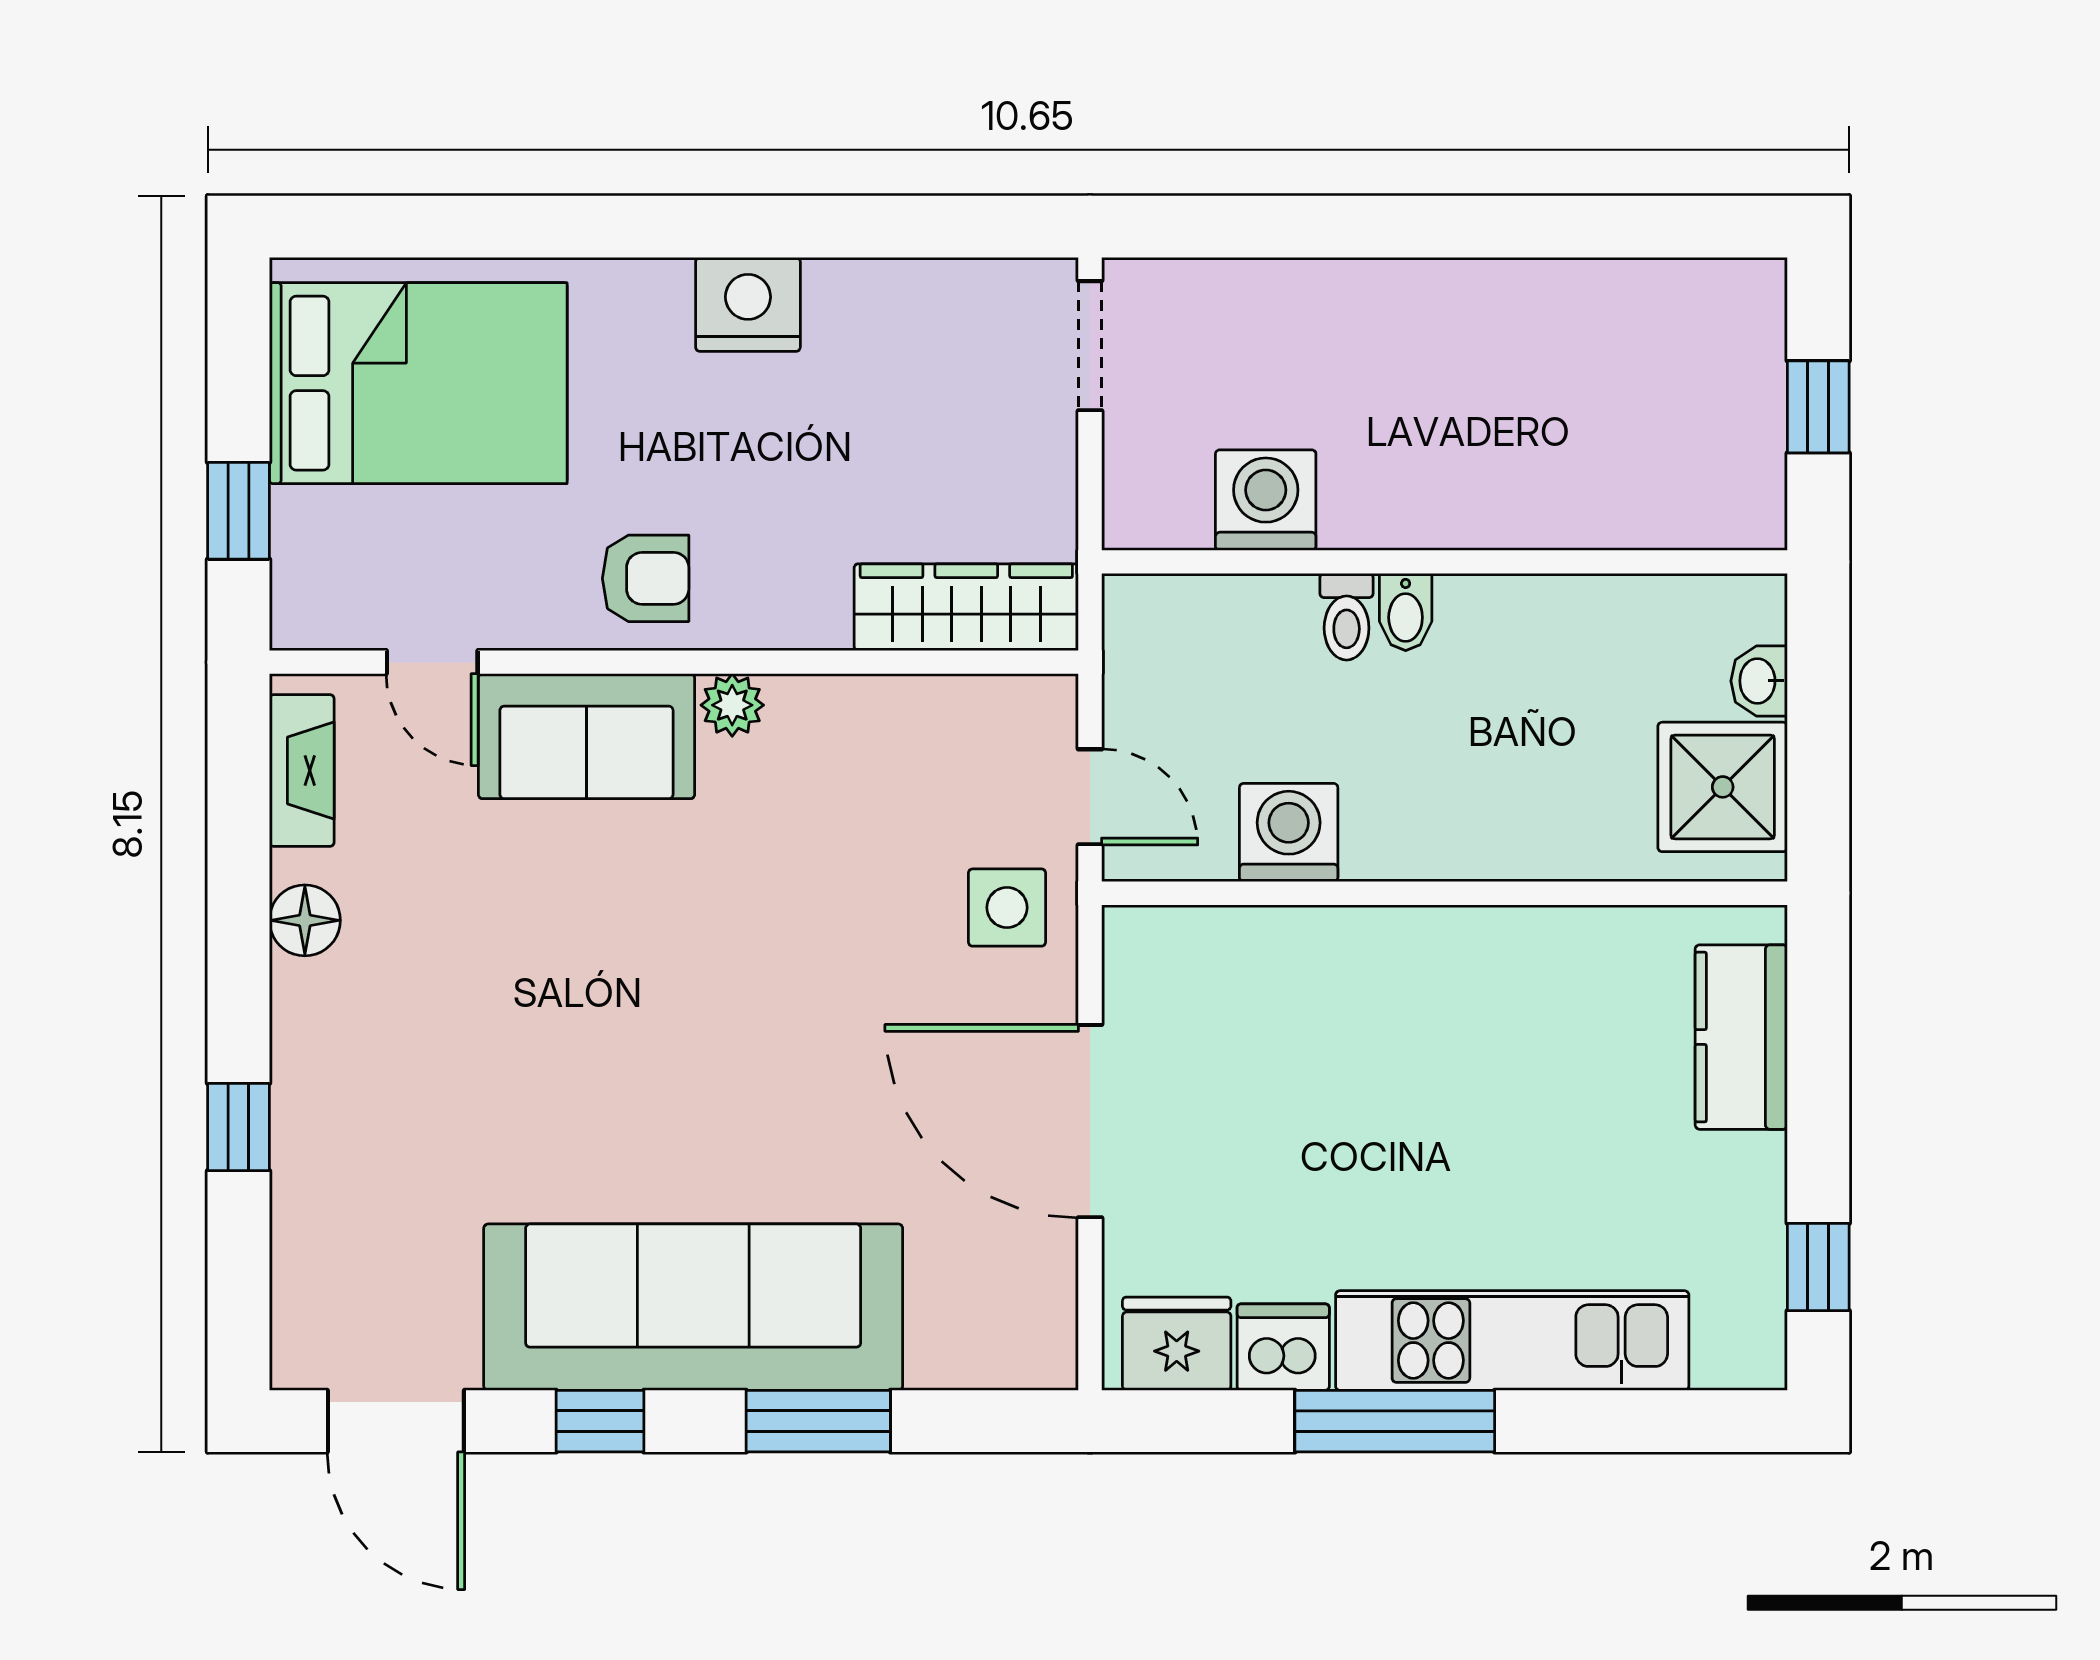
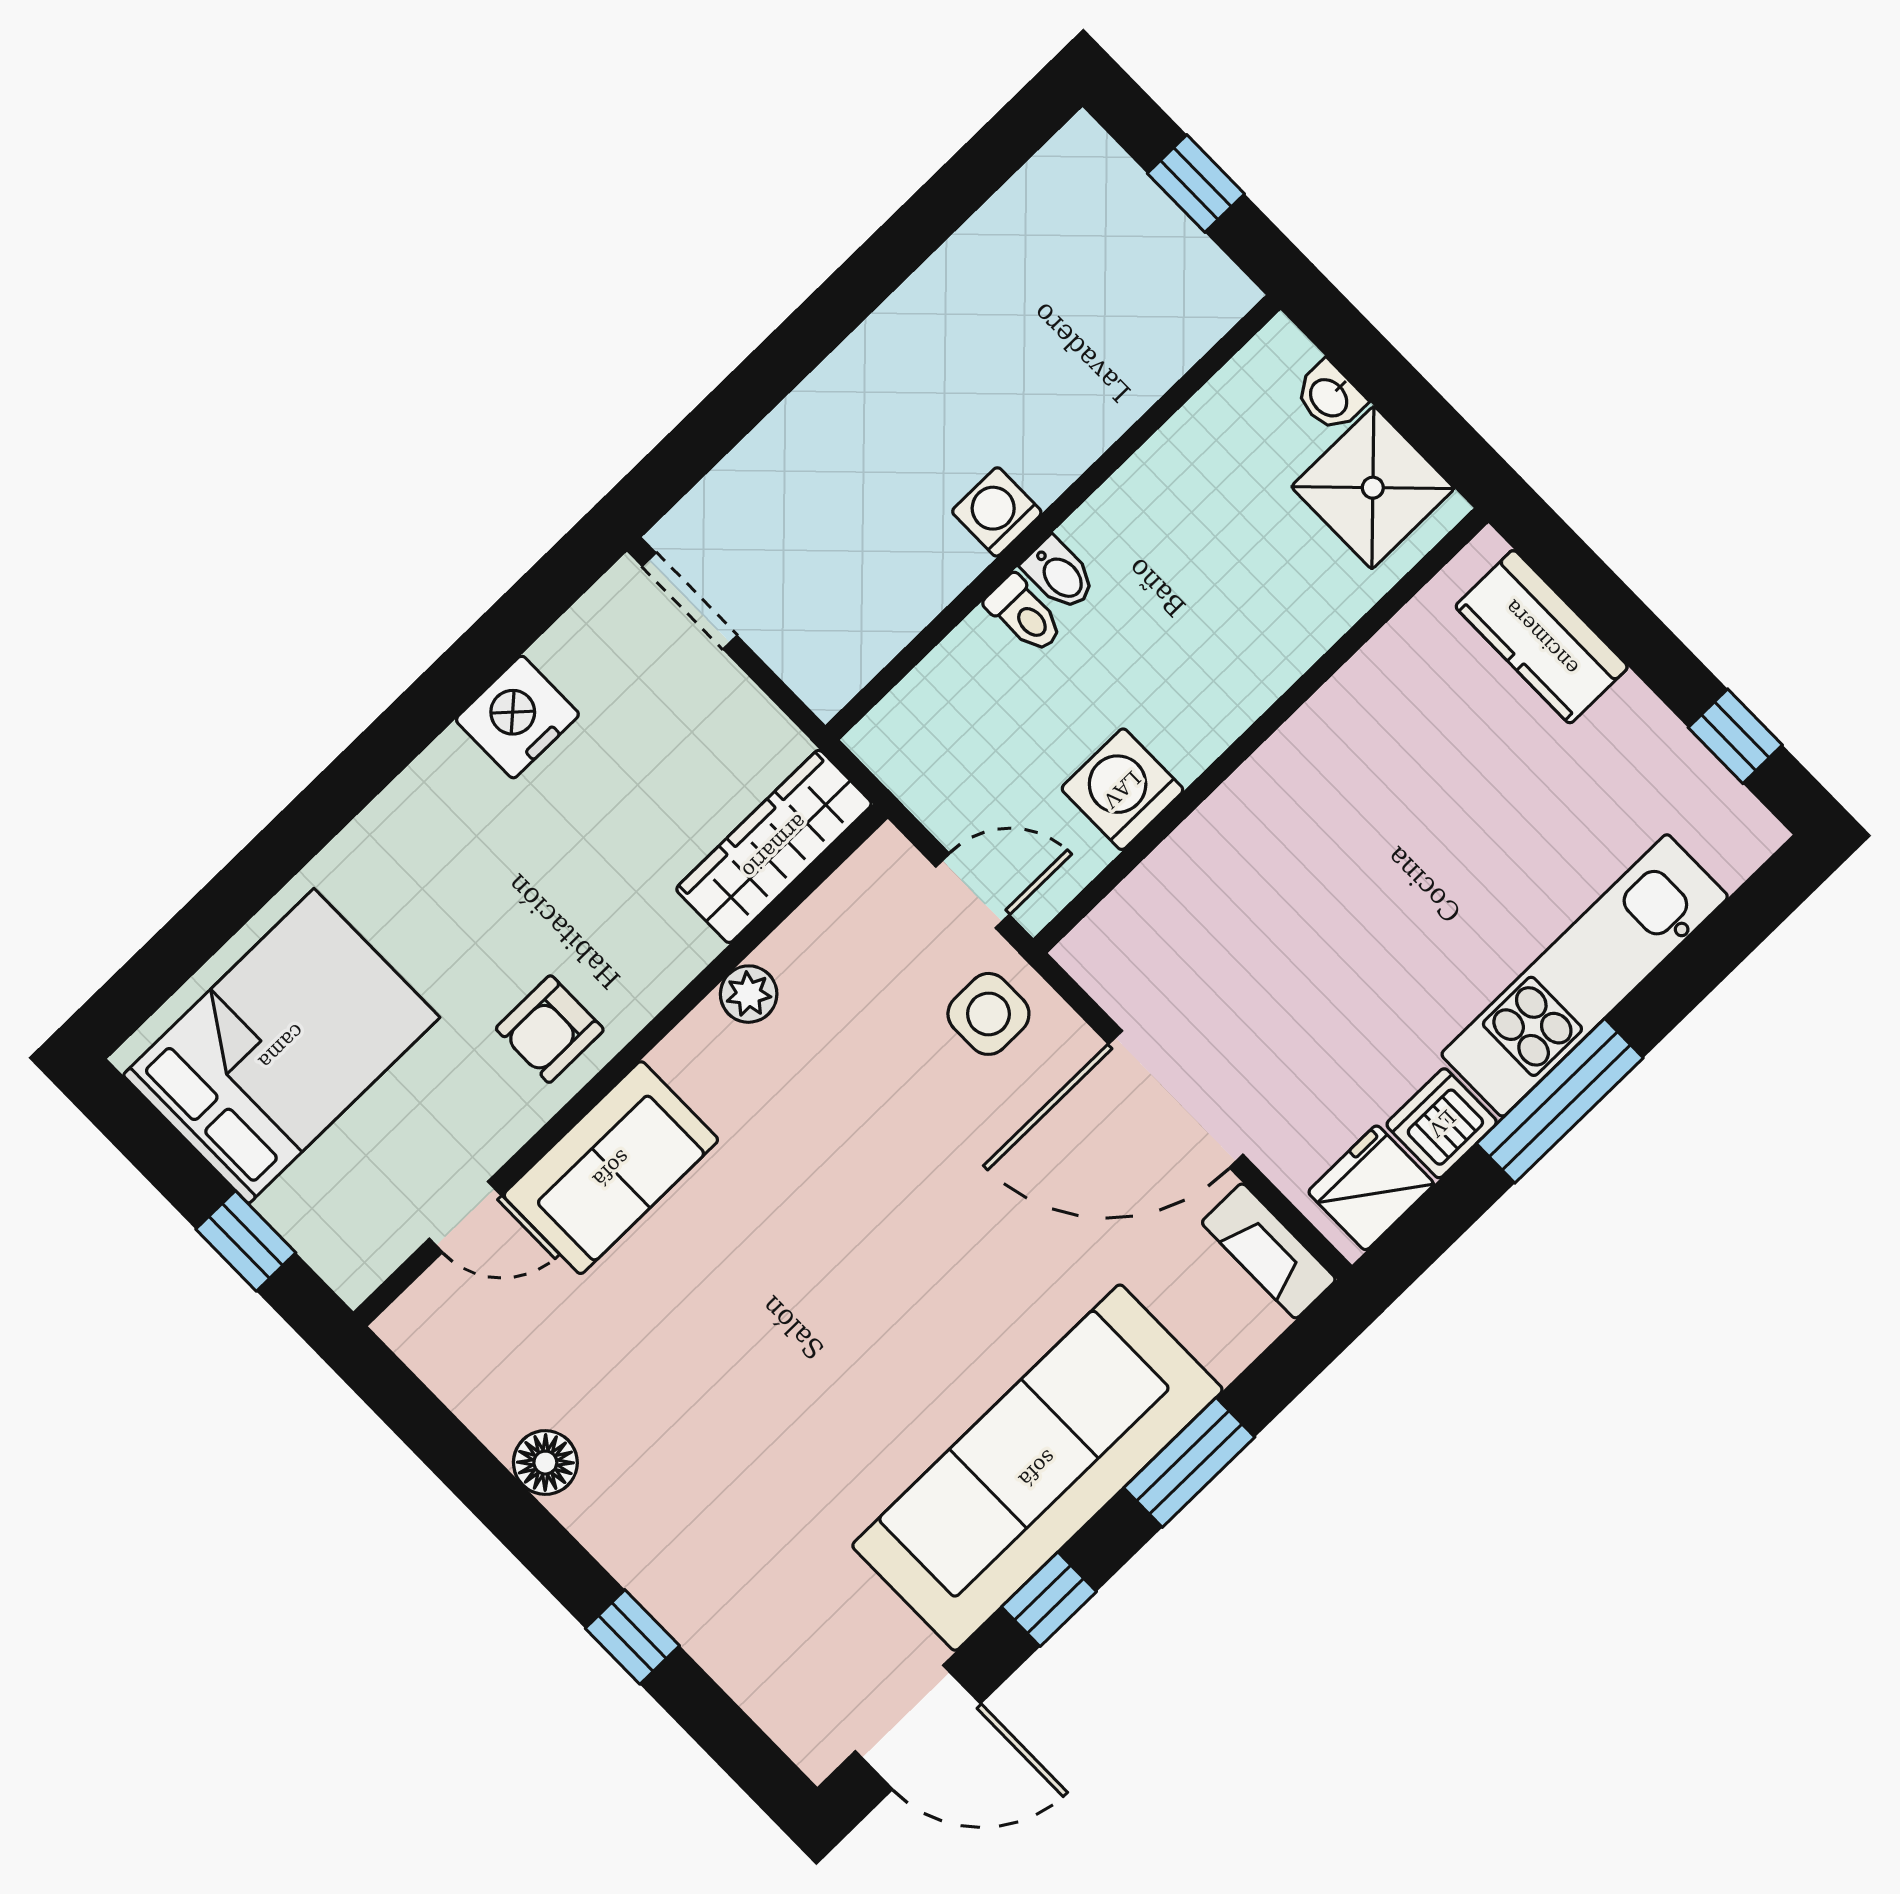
nightstand: (748, 304) -> (517, 717), moved
washing machine: (1266, 500) -> (997, 512), moved, width x0.73, depth x0.73
armchair: (646, 578) -> (550, 1029), turned 180
plant: (732, 705) -> (749, 994), moved
fireplace: (302, 770) -> (1269, 1251), moved, turned 180

